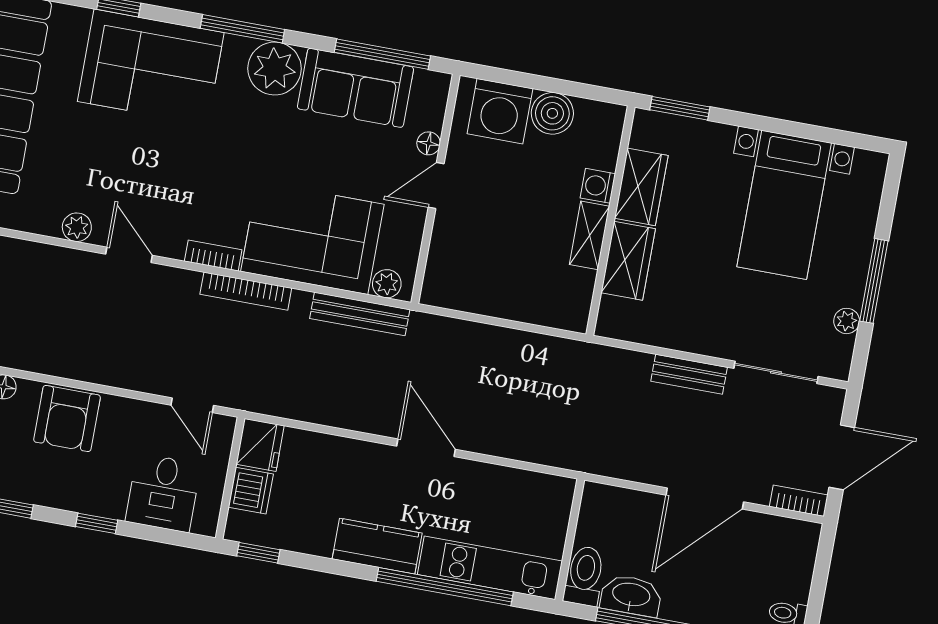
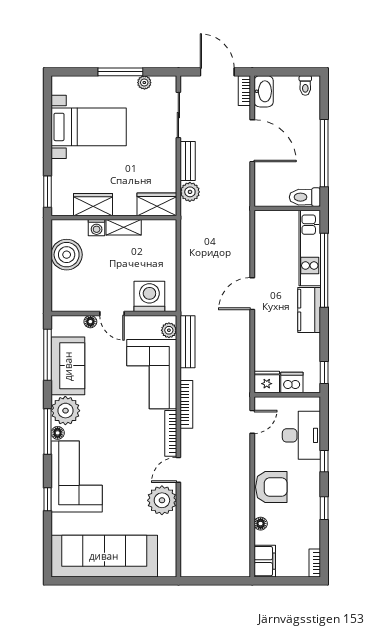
floor lamp: (236, 47) -> (58, 433), added
washing machine: (500, 111) -> (149, 296), moved, turned -90
boiler: (552, 113) -> (67, 255), width x1.37, depth x1.37
plant: (77, 227) -> (162, 500), width x1.87, depth x1.87
bookcase: (213, 256) -> (171, 433), width x1.56
wardrobe: (628, 261) -> (157, 204), moved
plant: (632, 368) -> (190, 192), added
desk: (163, 493) -> (301, 435), width x1.37
washbasin: (631, 595) -> (264, 91), moved, turned 180

